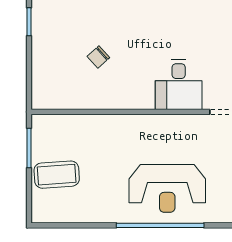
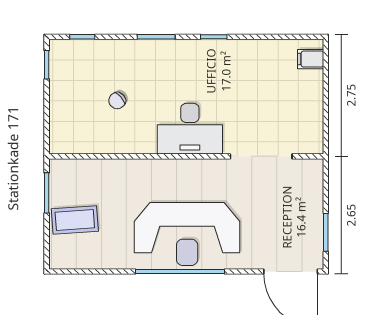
desk: (179, 85) -> (190, 129), width x1.37
reception desk: (167, 188) -> (187, 234), width x1.36, depth x1.30

